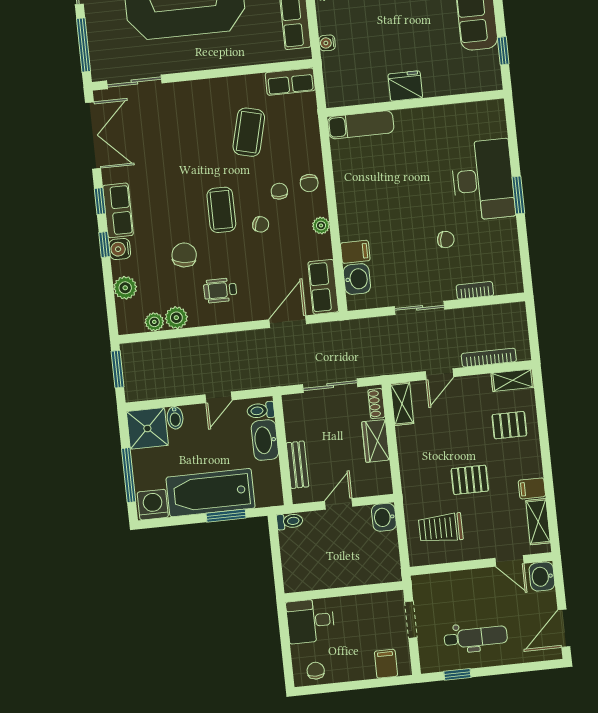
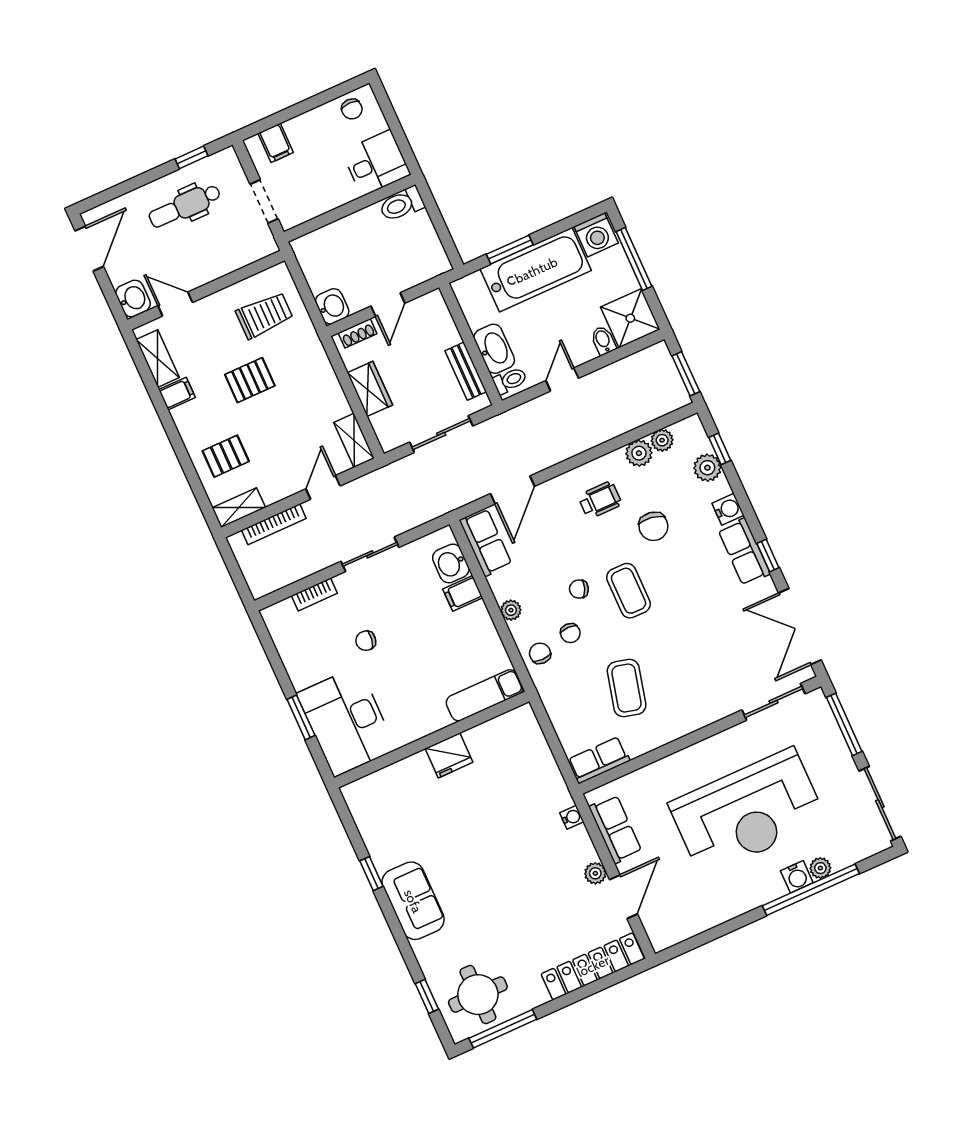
fridge: (405, 86) -> (449, 755), moved
wall: (415, 103) -> (432, 740), moved
exam couch: (361, 125) -> (485, 695), moved
window: (104, 244) -> (720, 449), moved
shoe rack: (376, 404) -> (358, 333), moved, turned 90
bench: (298, 465) -> (466, 371), moved
toilet: (290, 521) -> (402, 204), moved, width x1.37, depth x1.39

